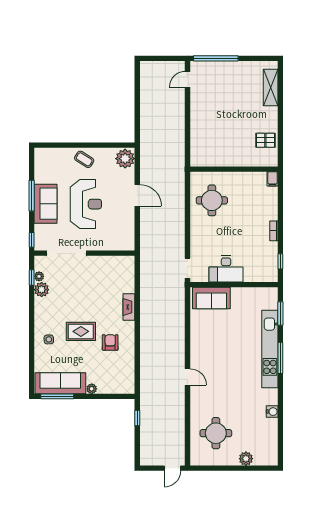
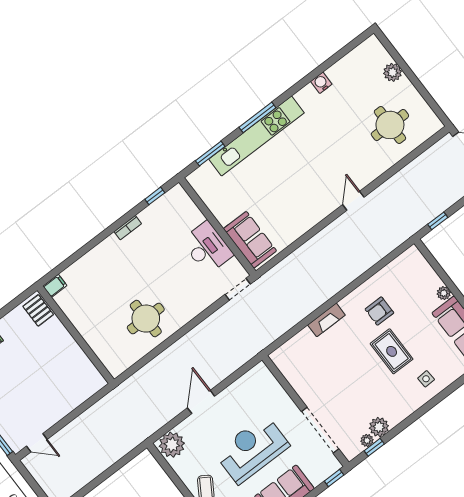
wall: (234, 169) -> (76, 335), moved
filing cabinet: (272, 179) -> (55, 286), moved

